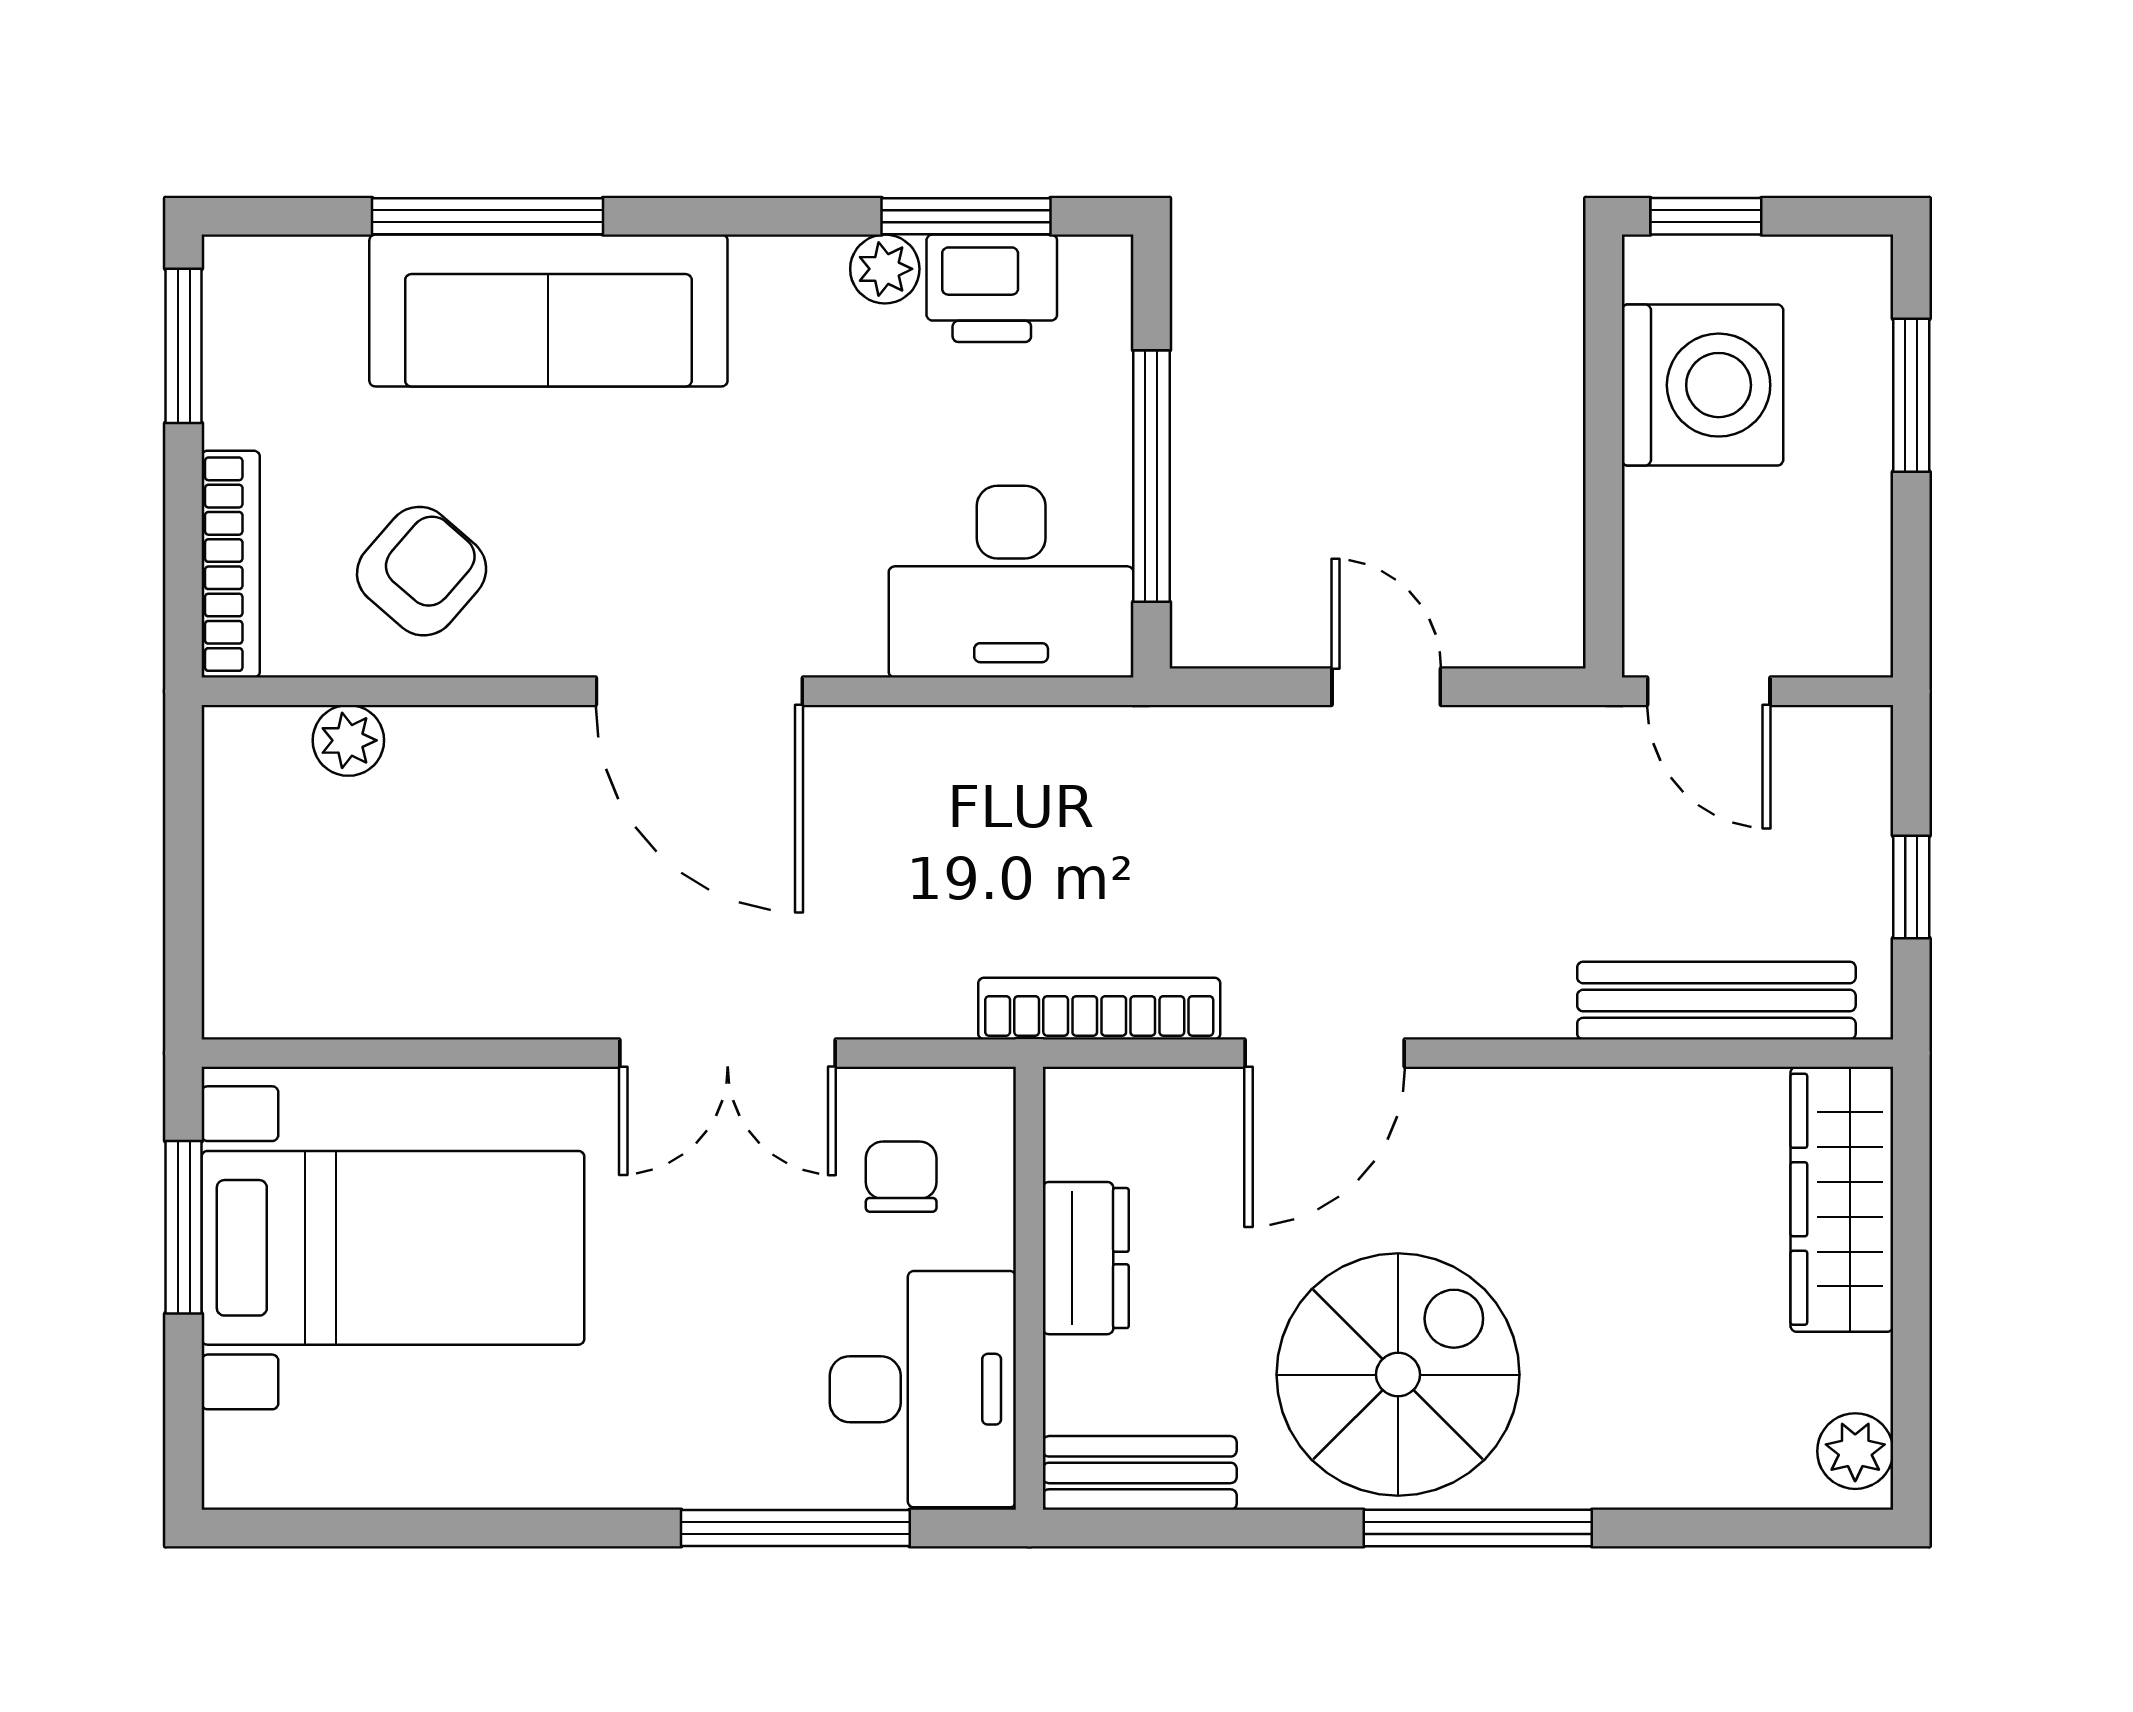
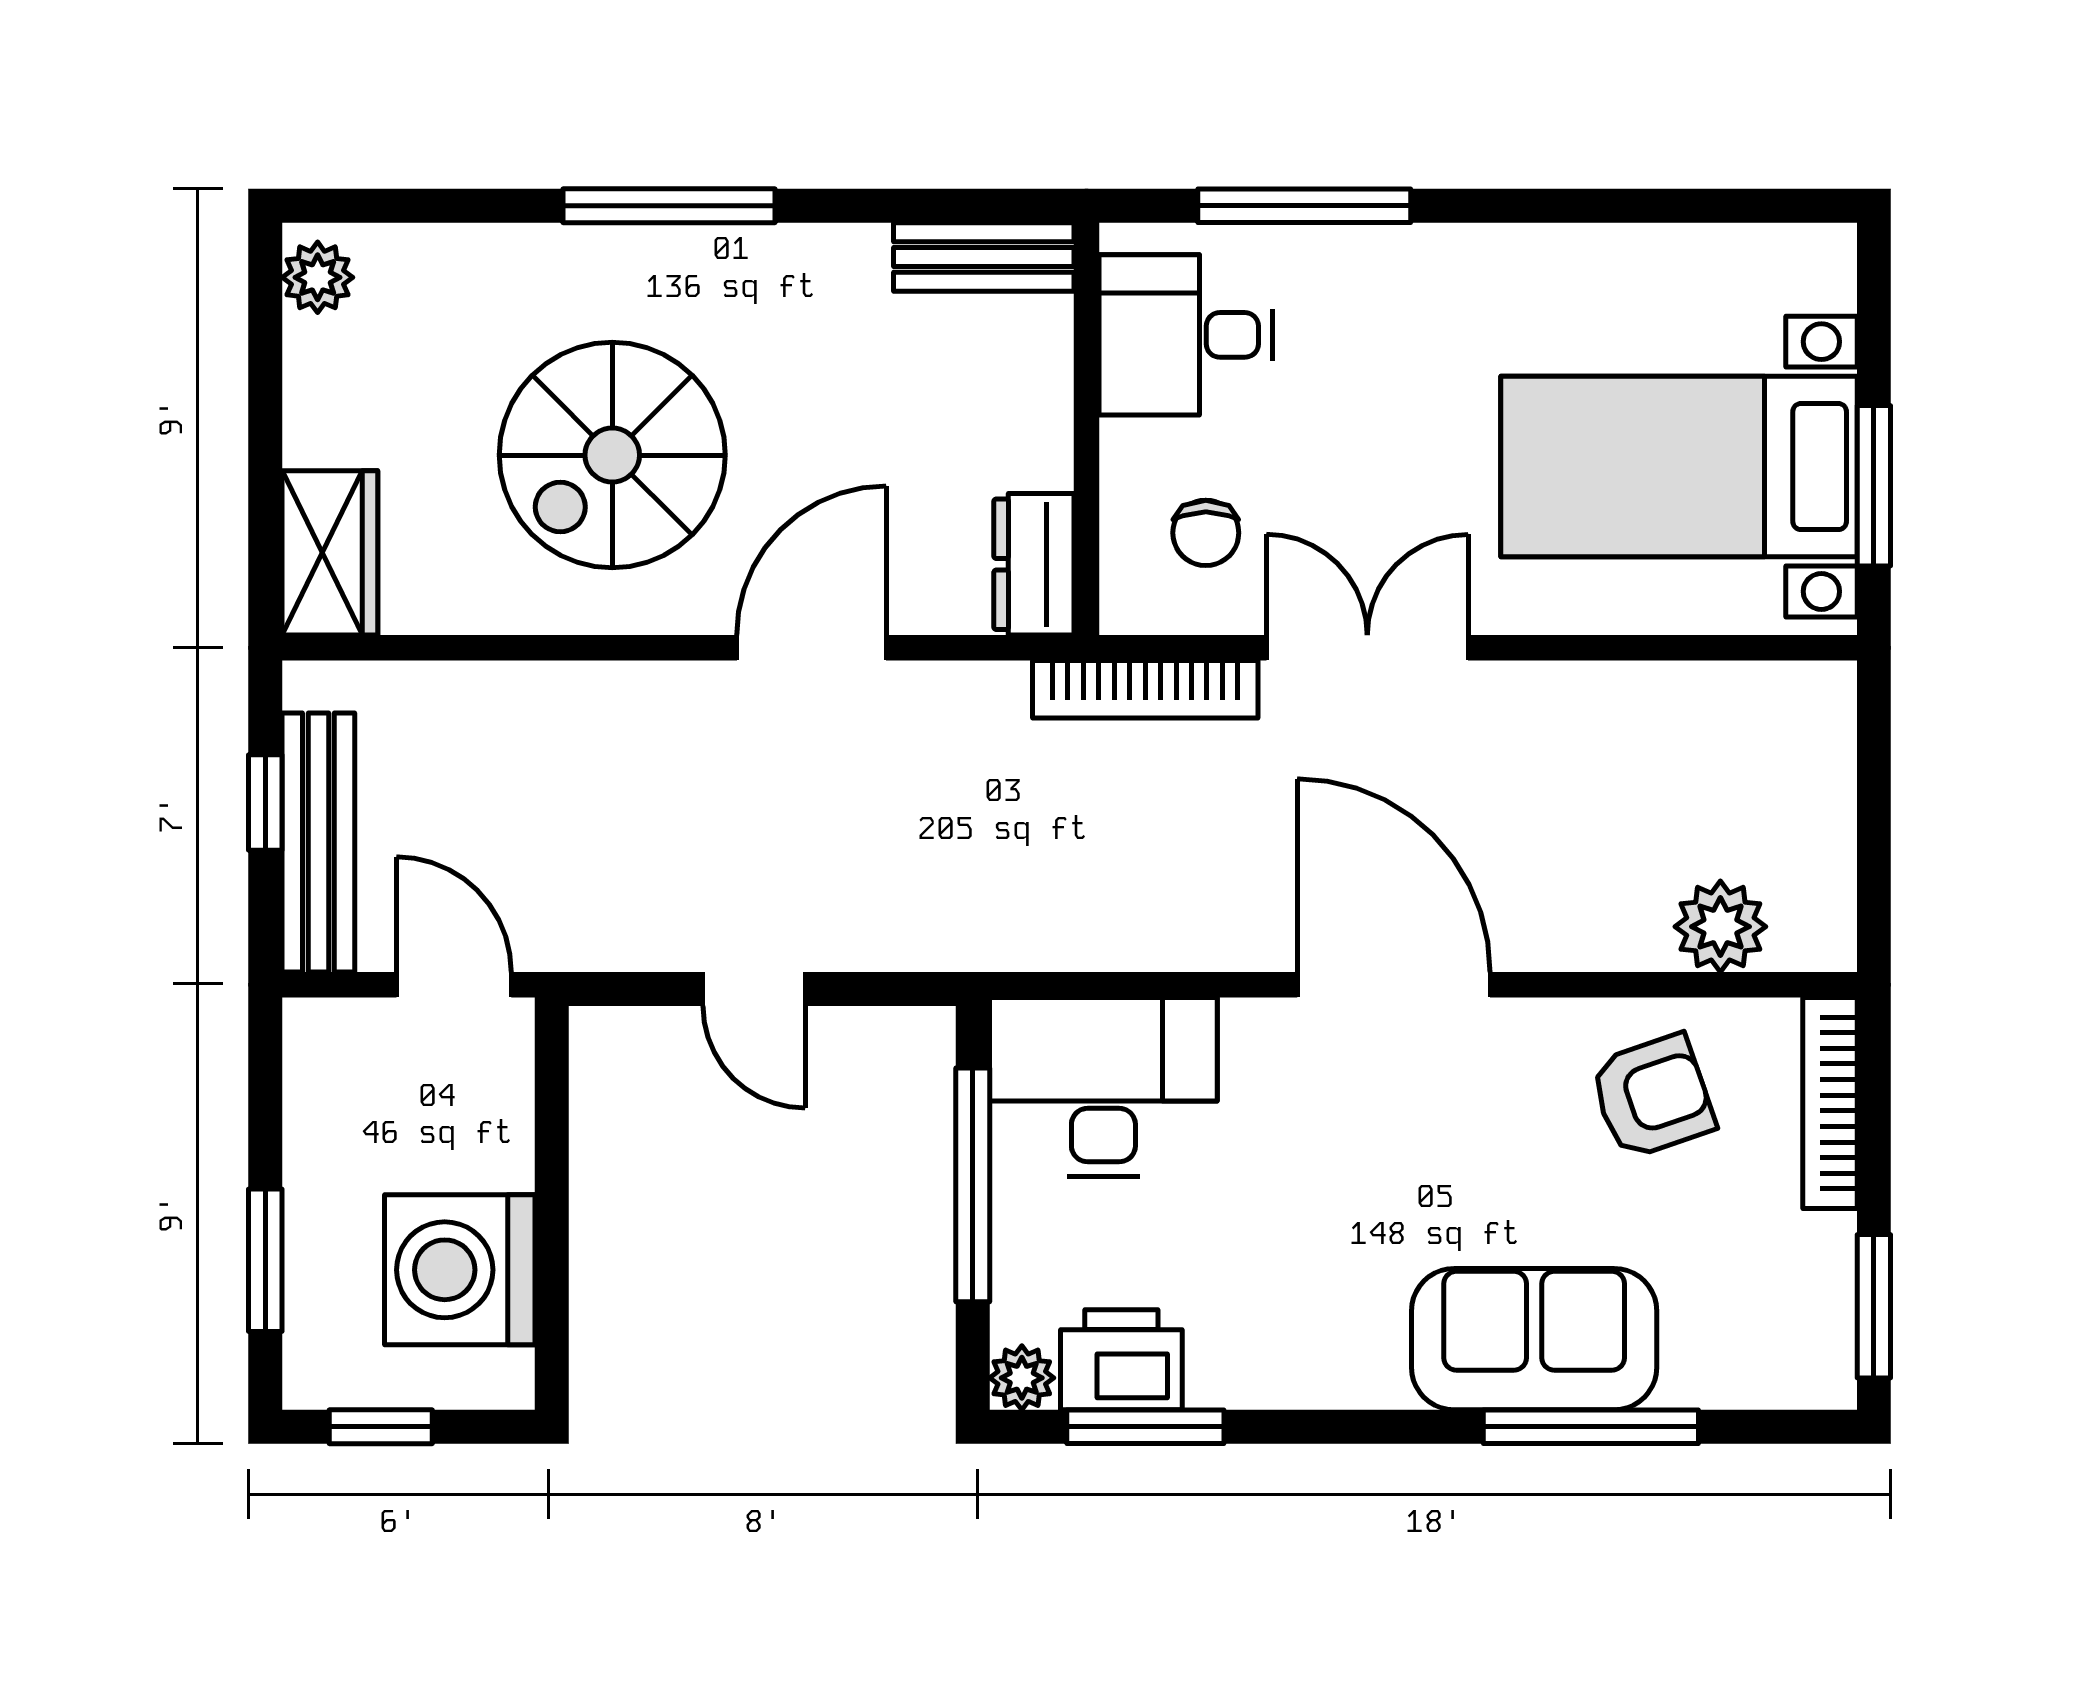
window: (1706, 216) -> (381, 1427), moved
plant: (885, 269) -> (1022, 1378), moved
sofa: (548, 310) -> (1534, 1339), width x0.73
armchair: (422, 571) -> (1652, 1097), turned -150
plant: (348, 740) -> (1720, 927), width x1.38, depth x1.38
bench: (1716, 1001) -> (318, 843), moved, turned 90
bookcase: (1099, 1009) -> (1145, 689), moved
wardrobe: (1842, 1199) -> (330, 553), width x0.67
dresser: (1086, 1258) -> (1034, 564), moved
spiral stairs: (1398, 1375) -> (612, 455), moved
desk: (923, 1389) -> (1186, 335), width x0.73

